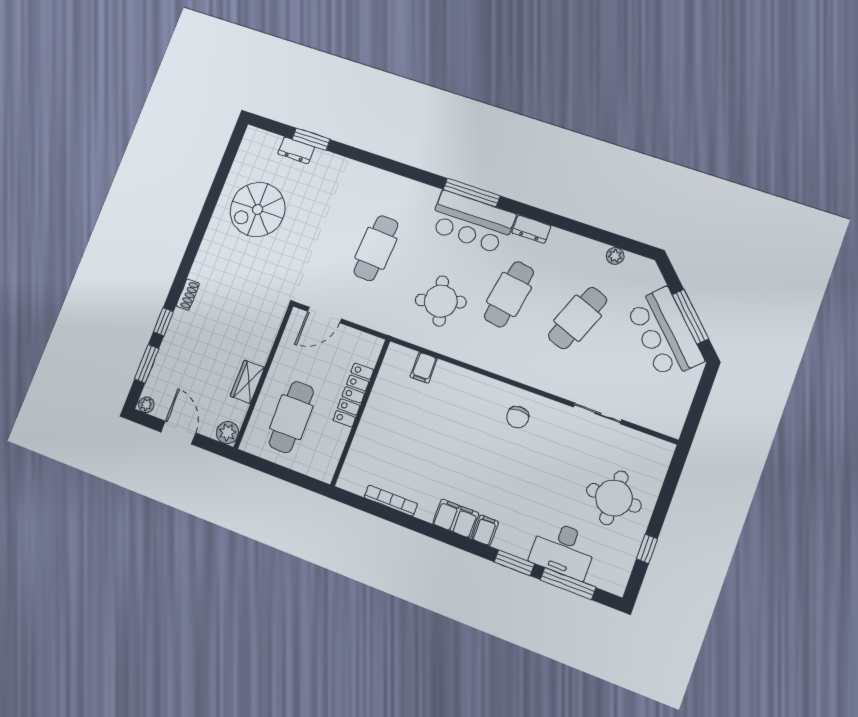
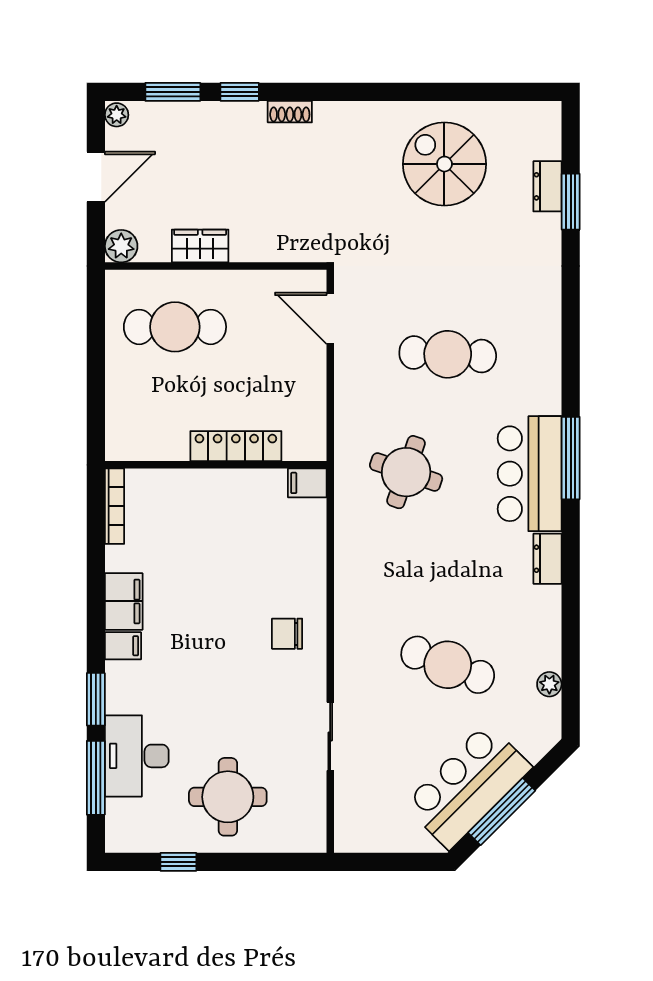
cafe table: (509, 294) -> (448, 561), removed
round table: (441, 301) -> (406, 472), turned 35
locker: (353, 395) -> (236, 446), moved
wall: (360, 413) -> (216, 465), moved

